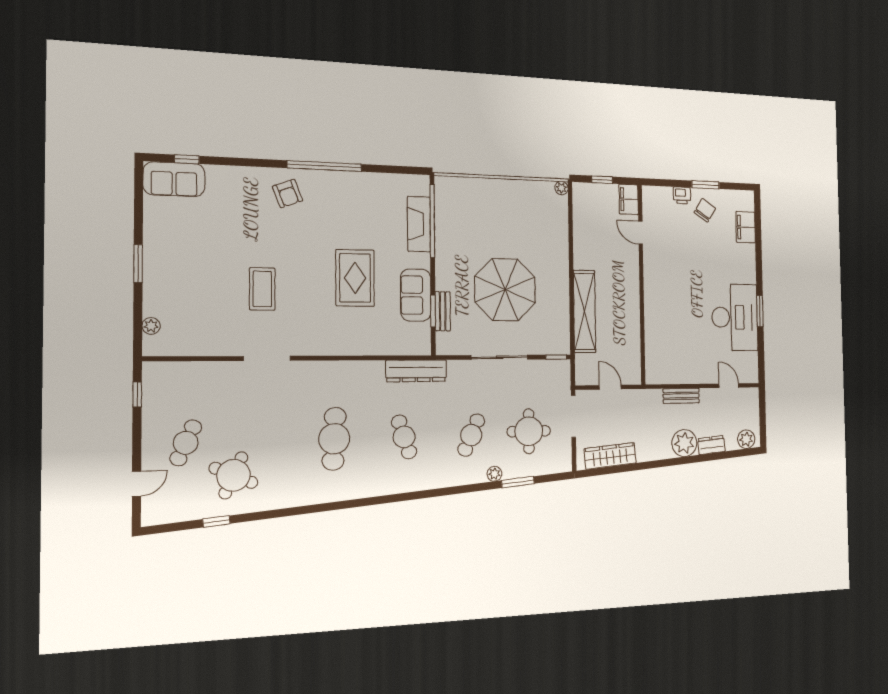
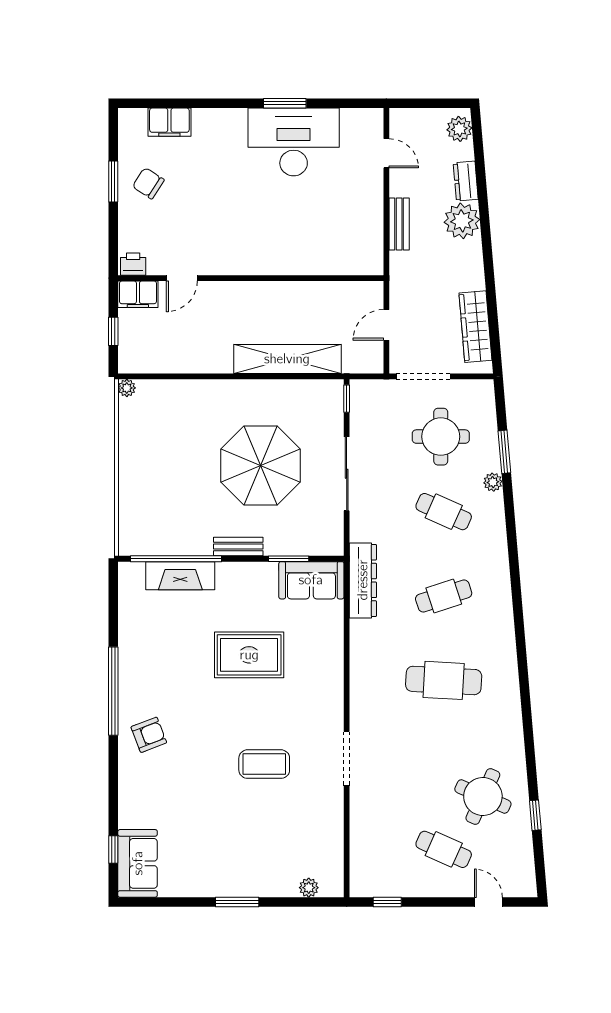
printer: (682, 195) -> (133, 264), moved, turned -90
sofa: (416, 295) -> (311, 580), moved
bench: (443, 311) -> (238, 547), moved
door: (729, 386) -> (386, 153), swing flipped

